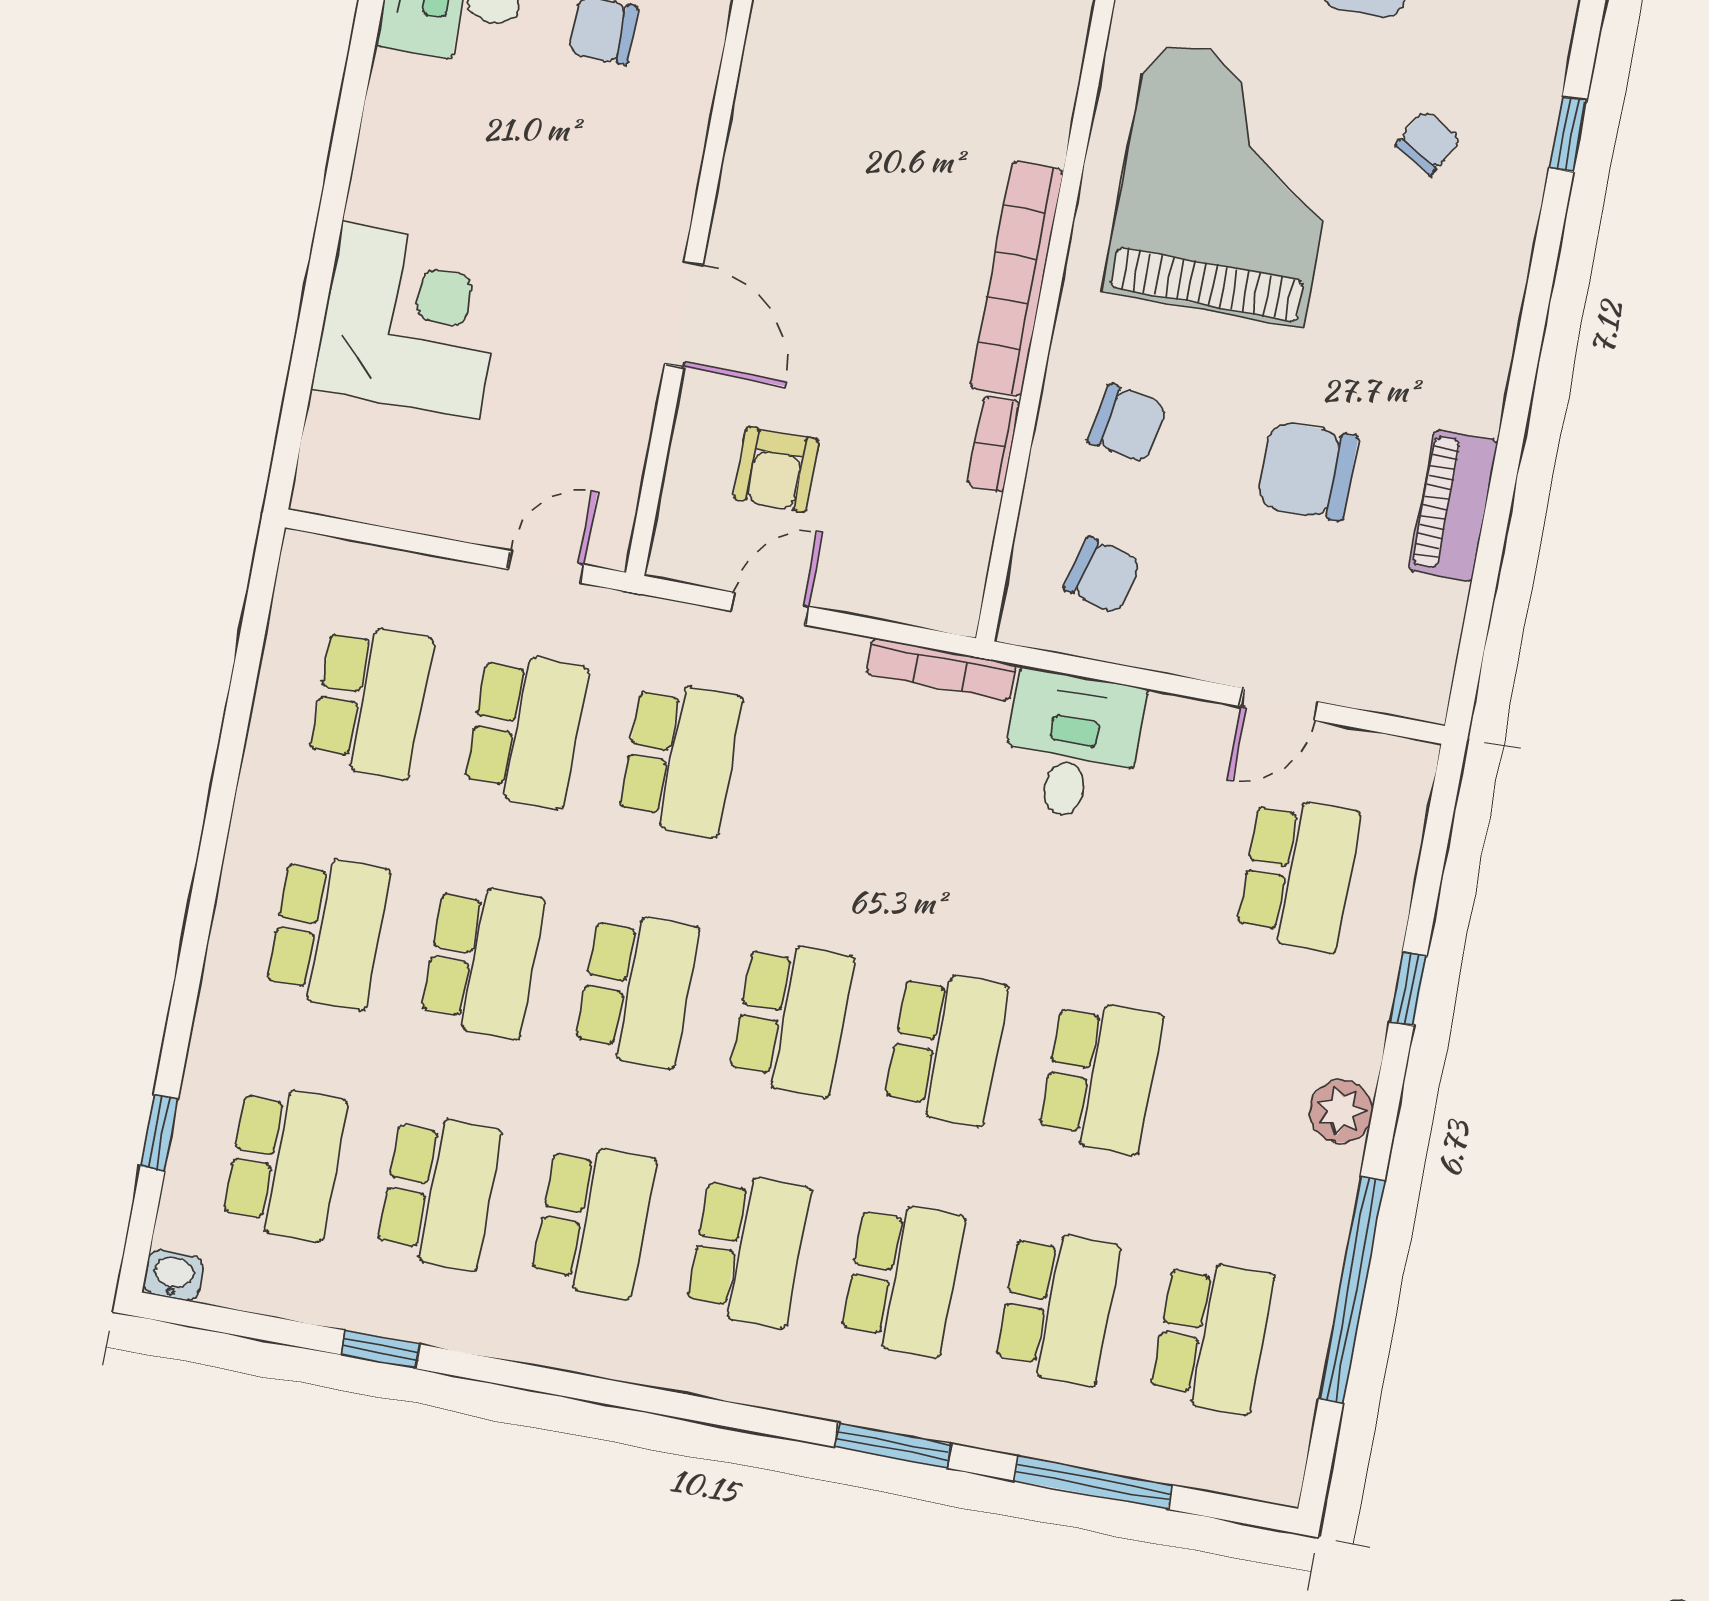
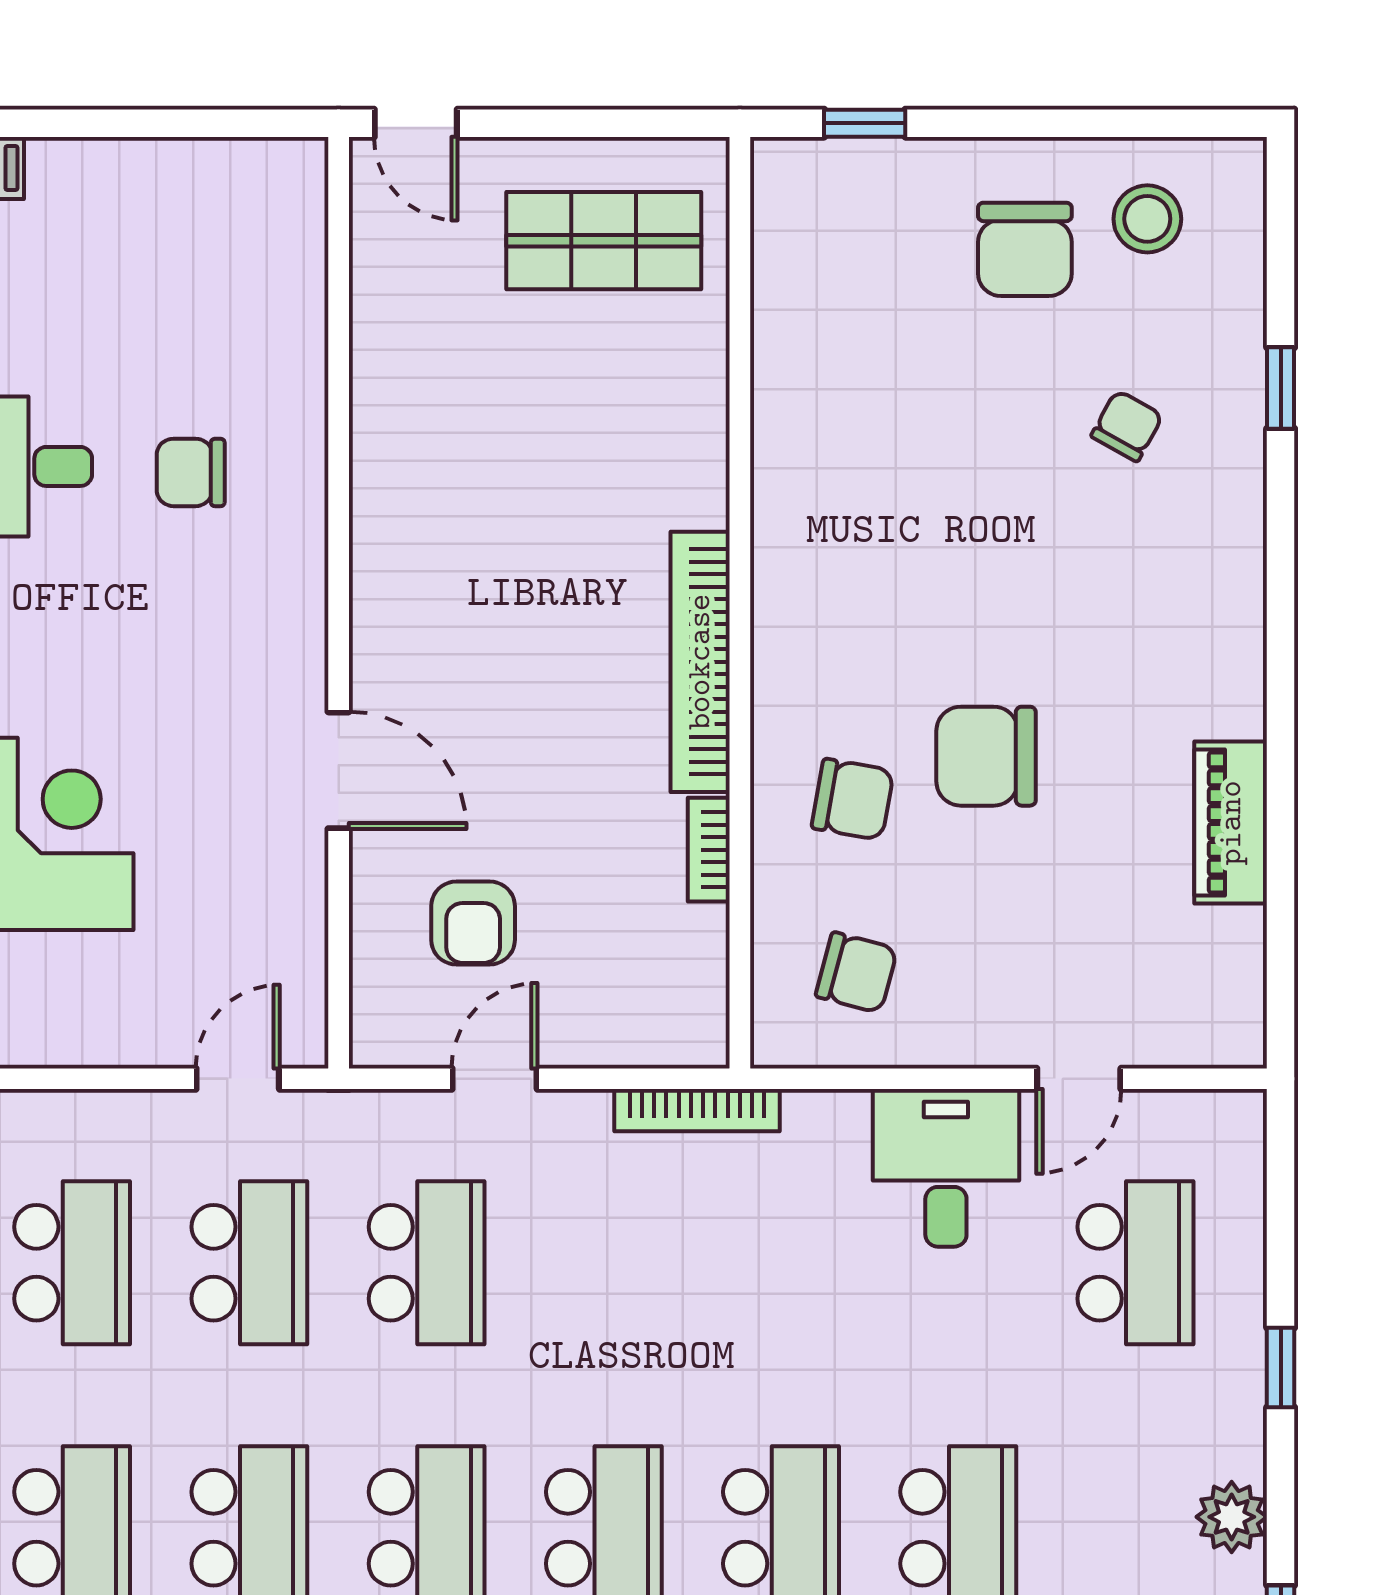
grand piano: (1226, 183) -> (912, 513), removed
chair: (1307, 471) -> (986, 756), moved
desk: (1072, 746) -> (946, 1168), moved

